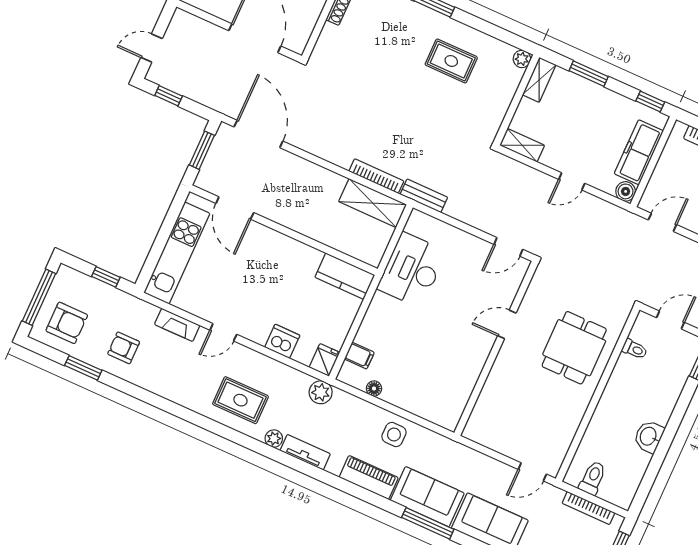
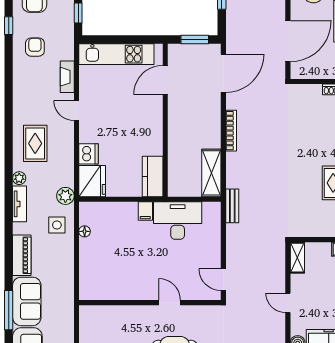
bookcase: (376, 176) -> (231, 131), moved
filing cabinet: (359, 356) -> (145, 211), moved
fridge: (324, 360) -> (92, 181), width x1.88, depth x1.34
window: (83, 368) -> (9, 26), width x0.67
side table: (394, 435) -> (57, 225), moved

